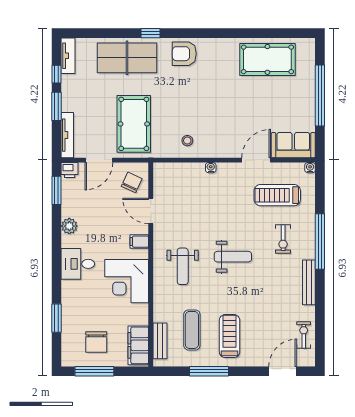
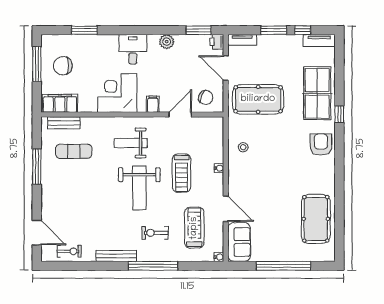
tv unit: (67, 135) -> (242, 40), width x0.71
weight bench: (233, 257) -> (139, 188), width x1.36, depth x1.33
treadmill: (230, 336) -> (181, 173), moved, turned 90

